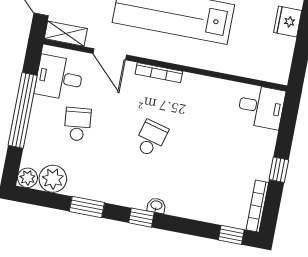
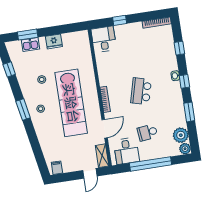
school desk: (151, 138) -> (141, 91), width x1.85
window: (279, 170) -> (120, 20), moved
window: (231, 235) -> (179, 48), moved

